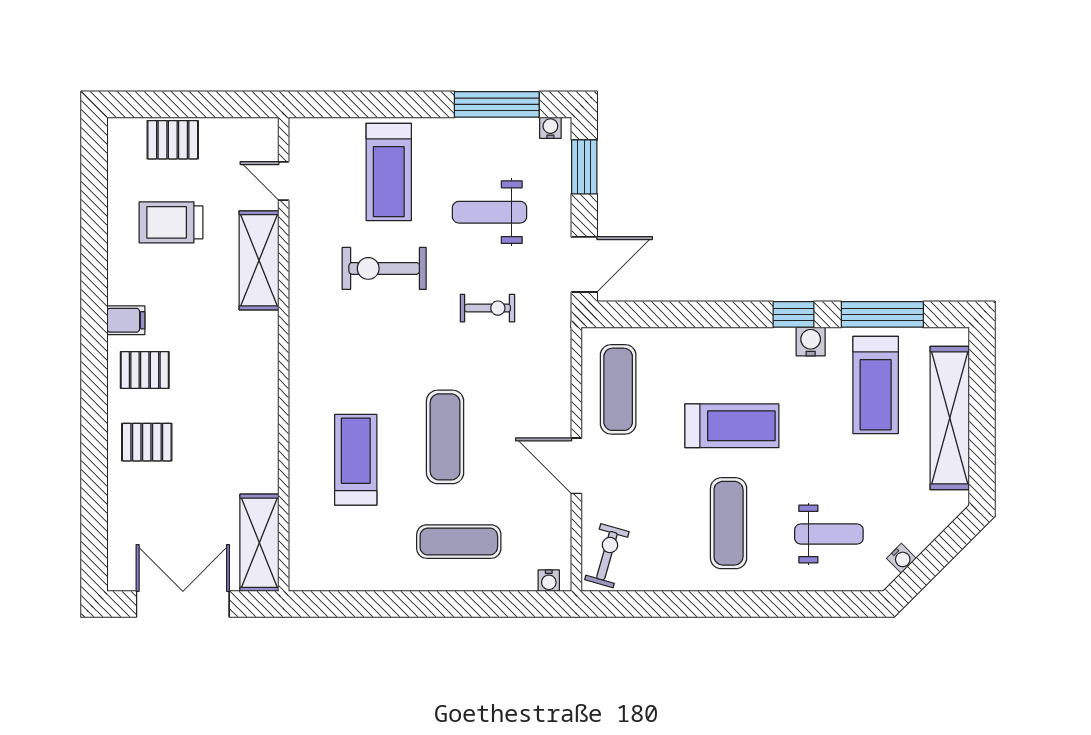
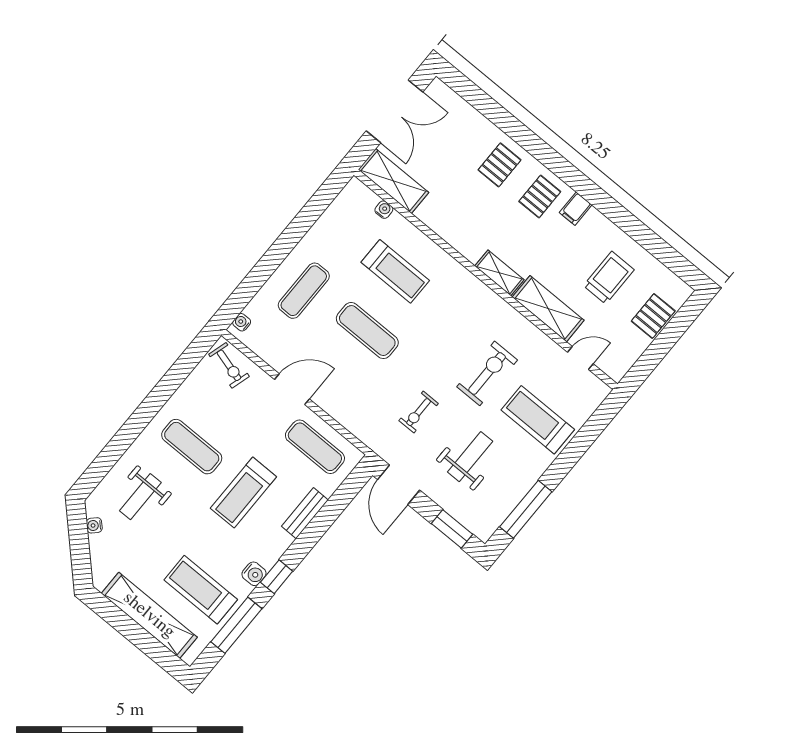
water cooler: (550, 128) -> (384, 210), moved, turned -90
bench: (699, 341) -> (305, 513), added
shelving: (264, 345) -> (499, 273), added

